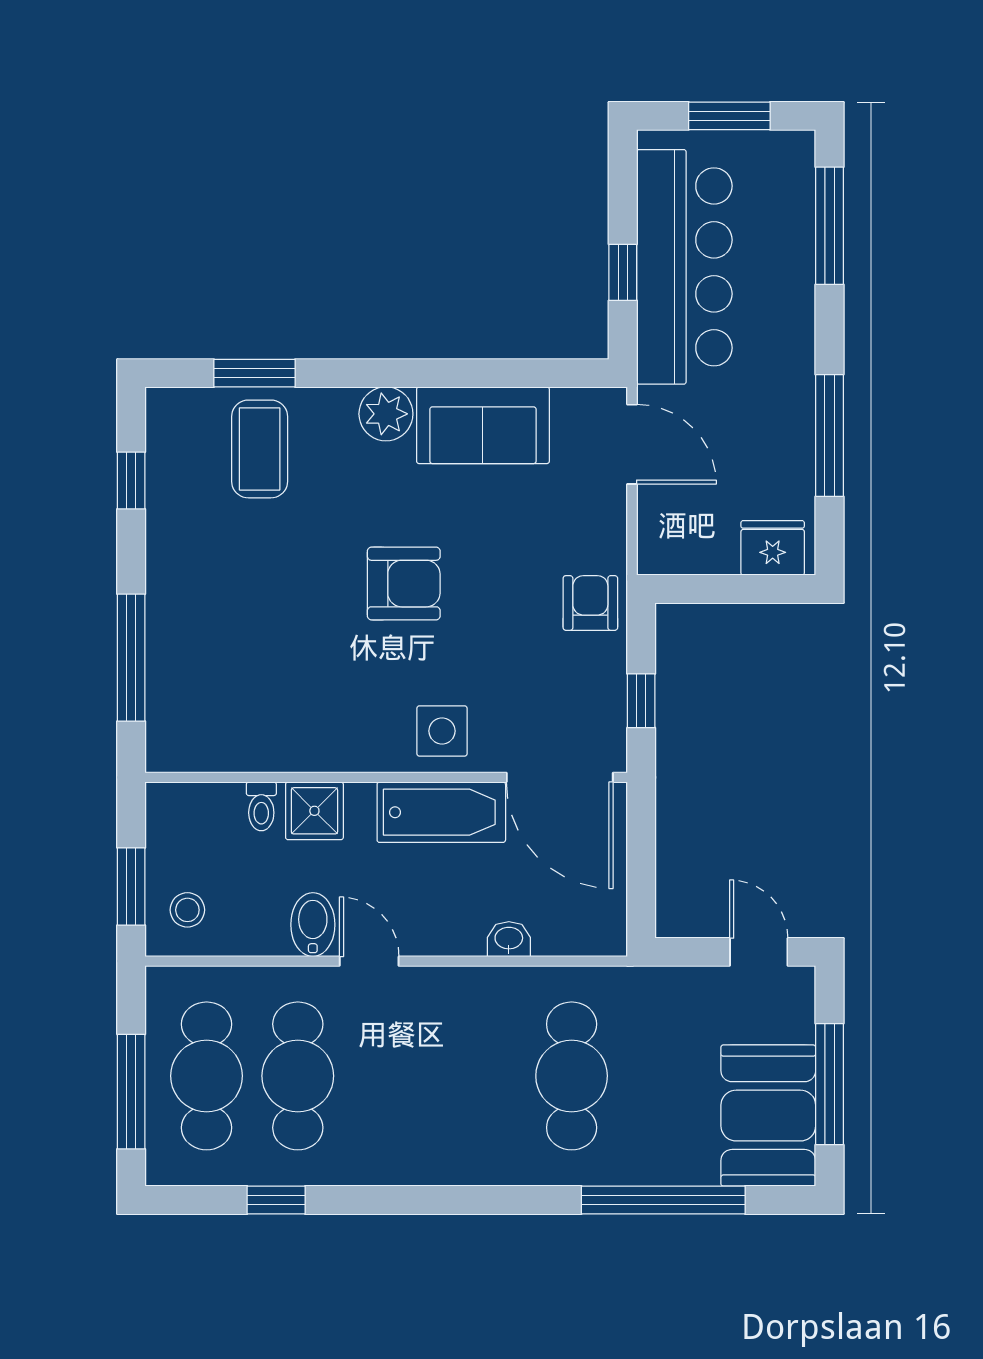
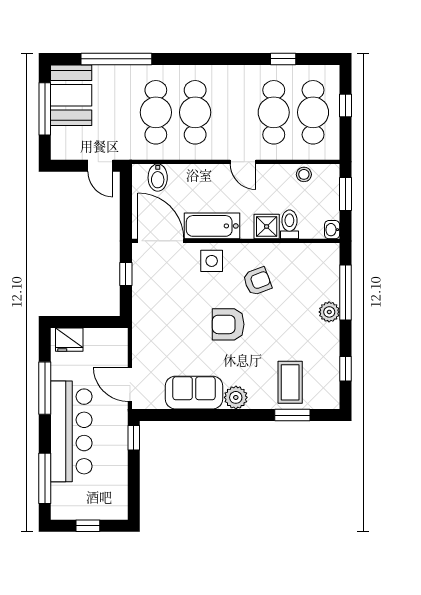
window: (729, 116) -> (88, 526), width x0.67
bar counter: (684, 267) -> (71, 431), moved, turned 180
window: (623, 272) -> (134, 438), moved
armchair: (590, 603) -> (257, 281), moved, turned -111
plant: (169, 612) -> (329, 312), added
toilet: (261, 806) -> (289, 224), width x1.37, depth x1.39
stool: (187, 910) -> (304, 174), moved
bidet: (313, 925) -> (158, 178), moved
washbasin: (509, 939) -> (332, 230), moved, turned 90
door: (759, 952) -> (100, 166), moved
cafe table: (480, 1076) -> (195, 112), added
window: (131, 1092) -> (345, 106), width x0.46

